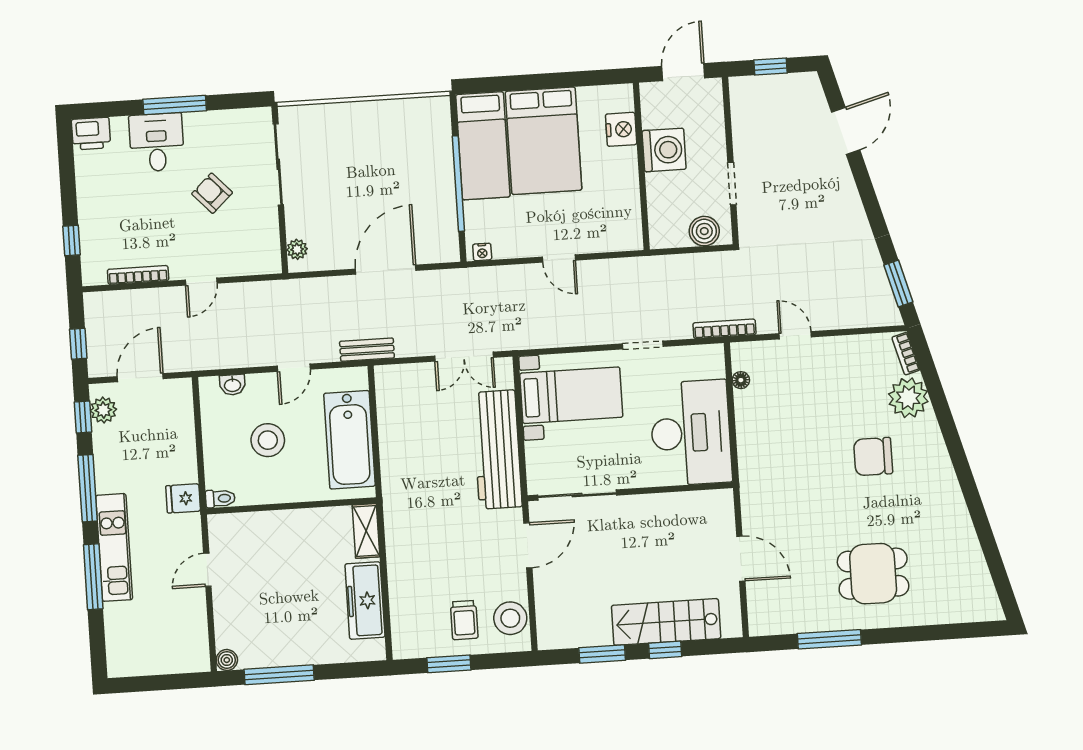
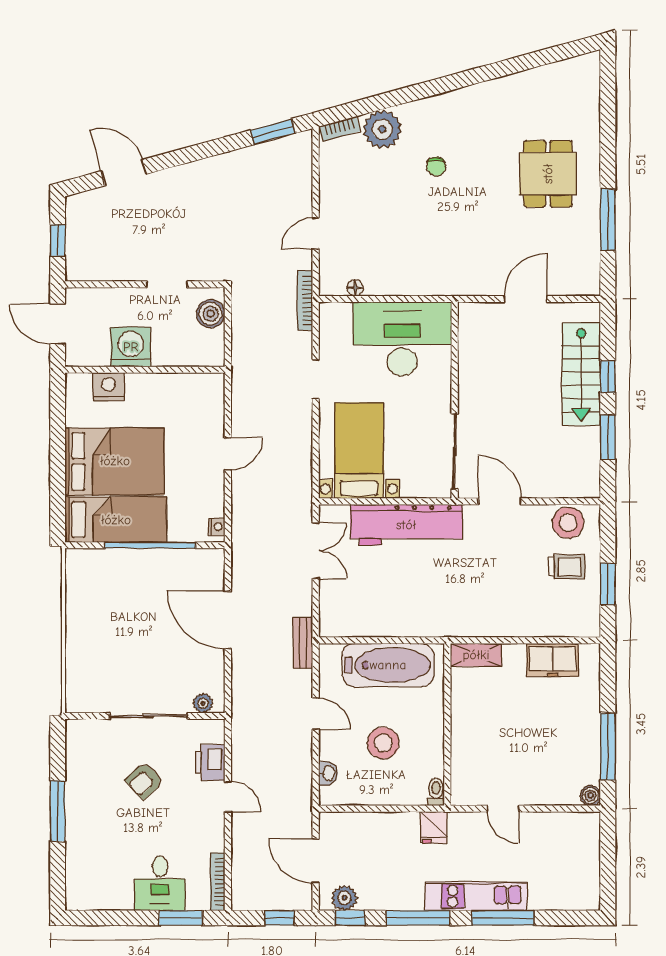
printer: (91, 134) -> (210, 762), moved, turned 180
desk: (157, 142) -> (160, 883), moved, turned -90
sliding door: (278, 164) -> (149, 716), moved
window: (72, 240) -> (181, 918), width x1.50
bookcase: (138, 275) -> (218, 882), moved
chair: (873, 457) -> (436, 166), width x0.54, depth x0.54
freezer: (365, 601) -> (553, 660), width x0.71

